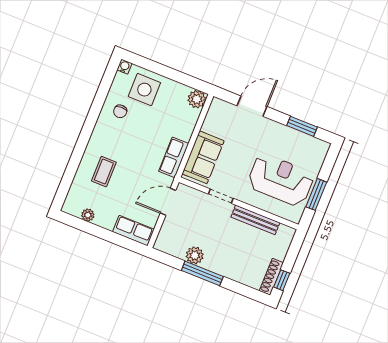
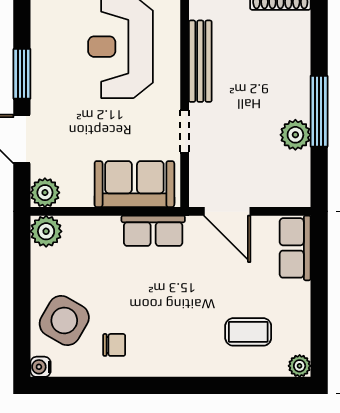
side table: (144, 90) -> (64, 320), turned 30
plant: (218, 107) -> (45, 193), added
window: (302, 126) -> (22, 74), moved
coffee table: (104, 172) -> (248, 332), moved
plant: (88, 215) -> (300, 366), moved

